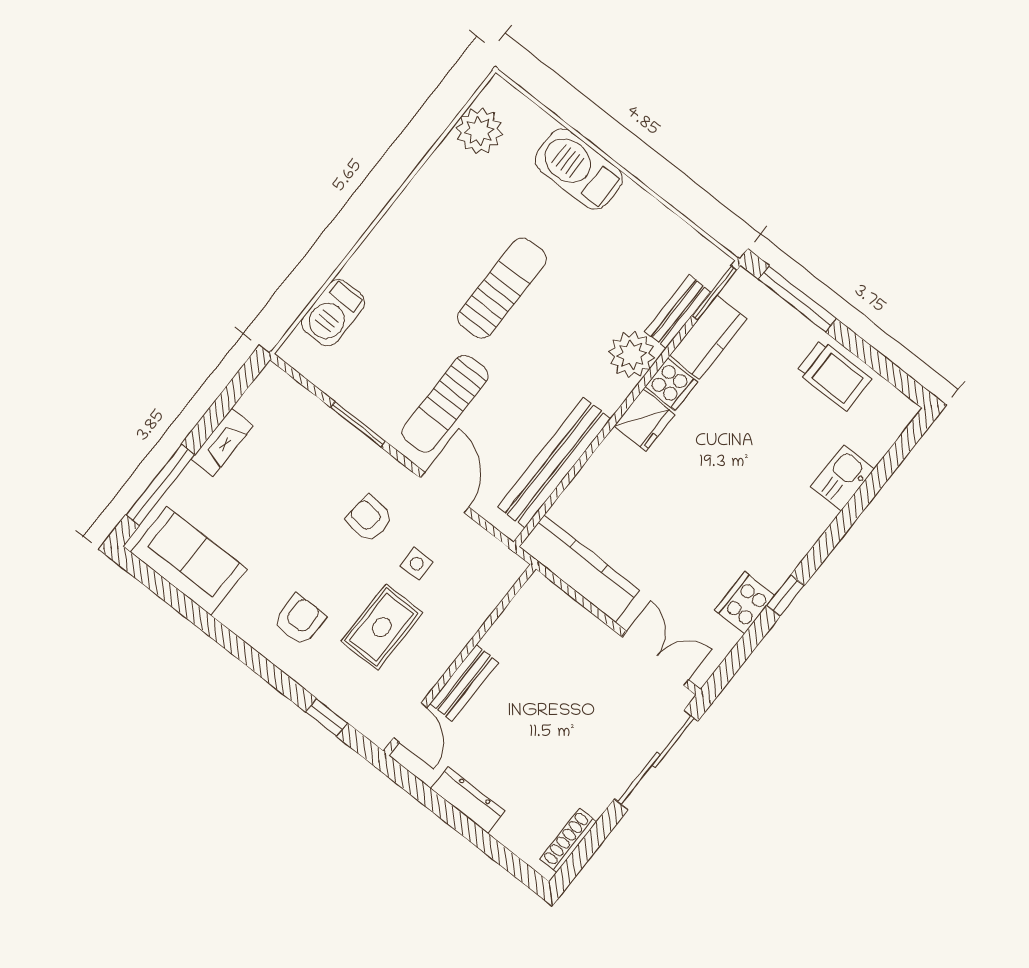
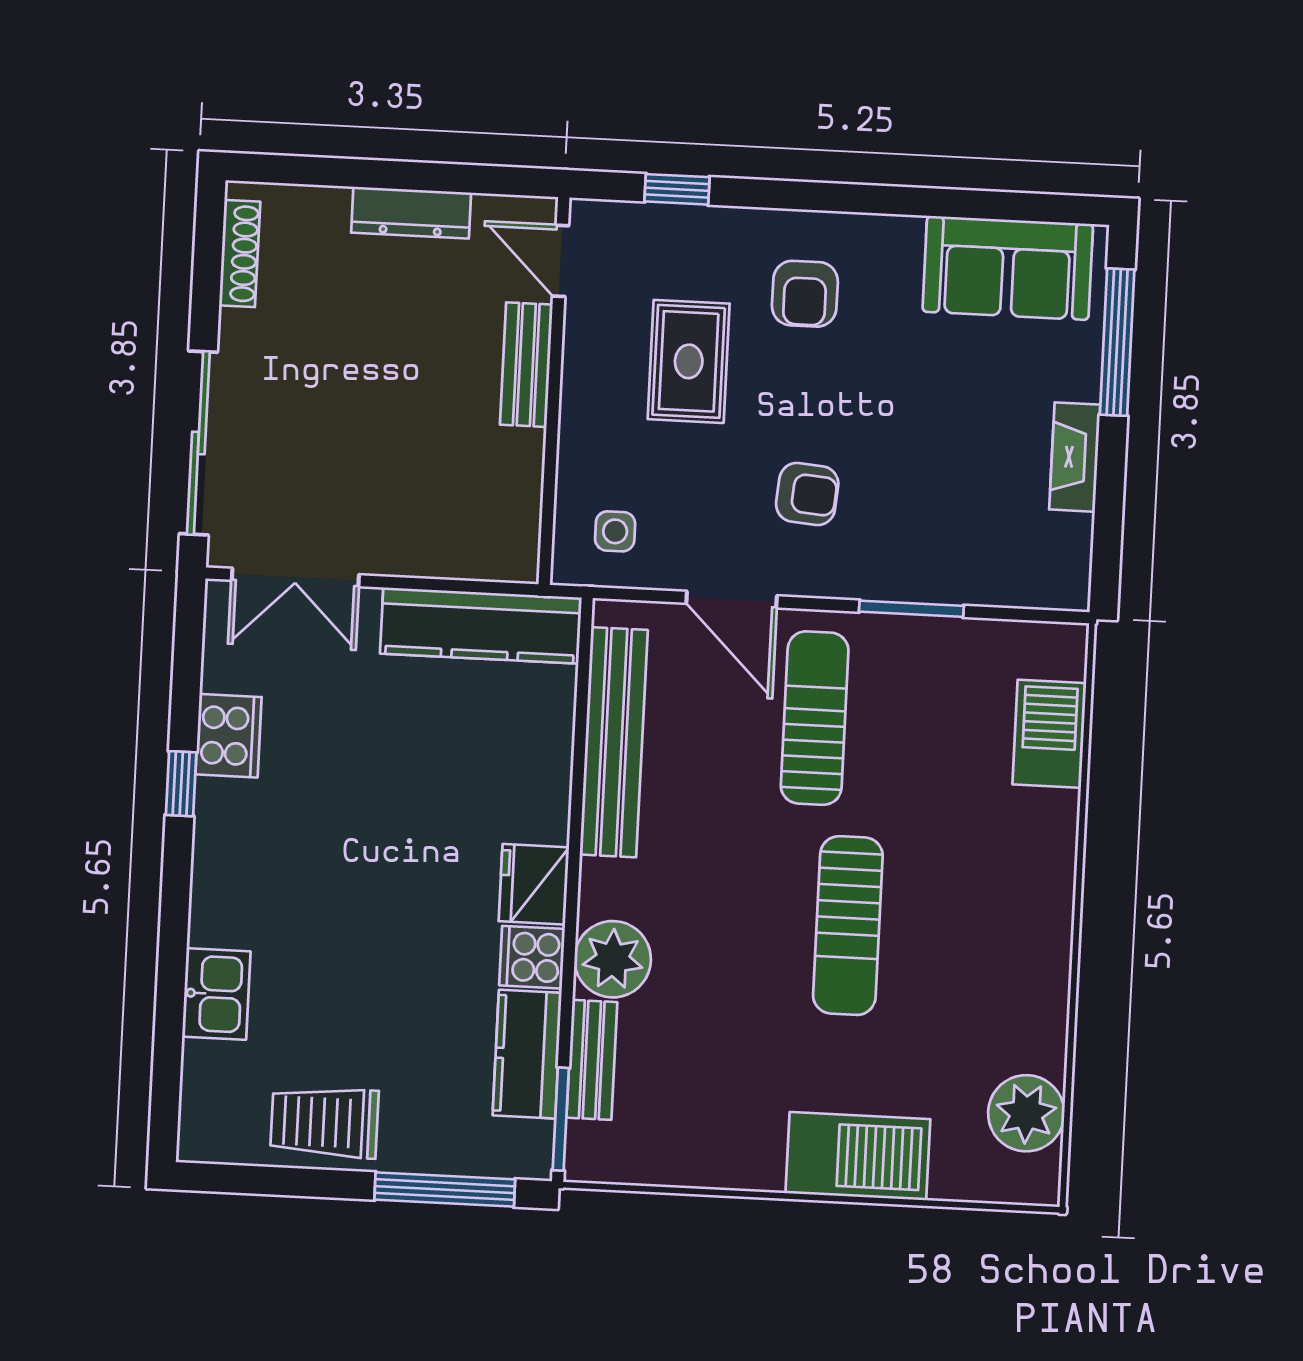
side table: (417, 564) -> (615, 531), moved

